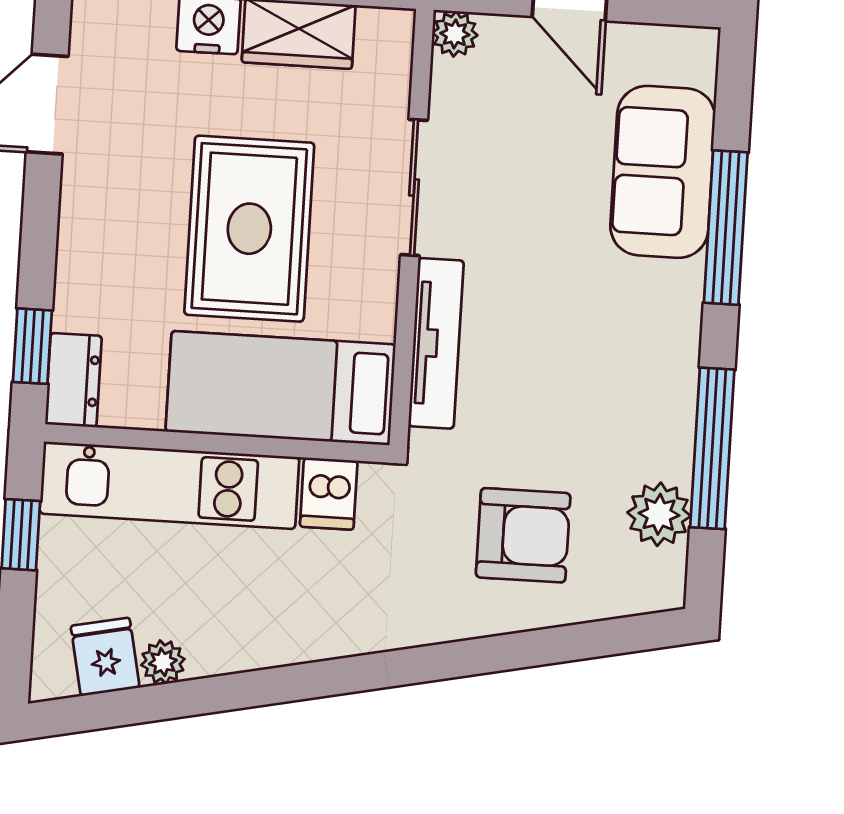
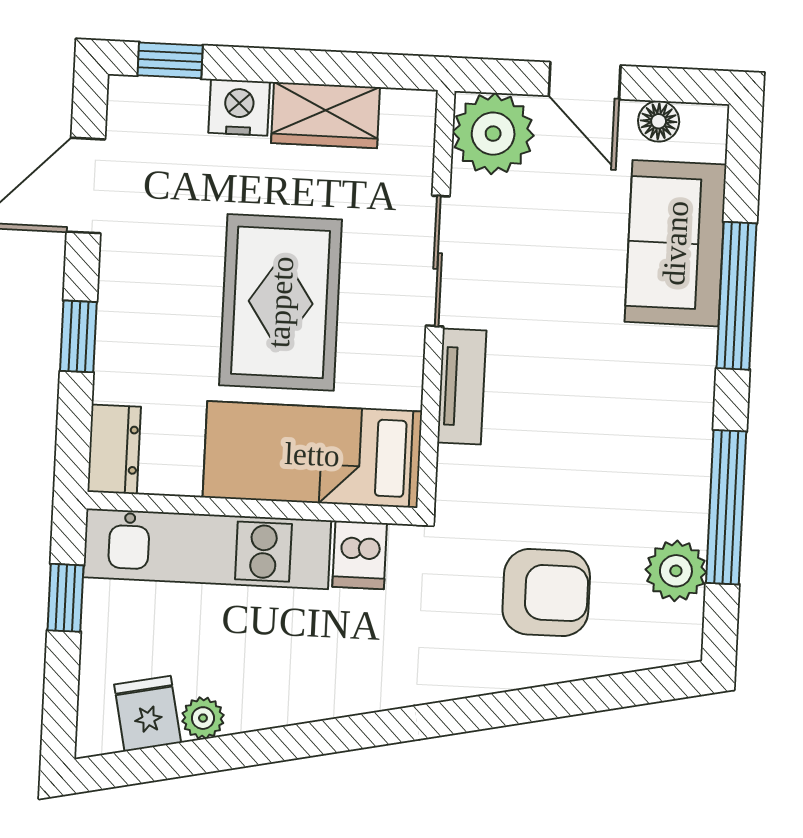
plant: (455, 34) -> (493, 134), width x1.88, depth x1.88
floor lamp: (647, 44) -> (659, 121), added
tv unit: (436, 343) -> (462, 387), width x0.71
window: (32, 346) -> (78, 336), moved

